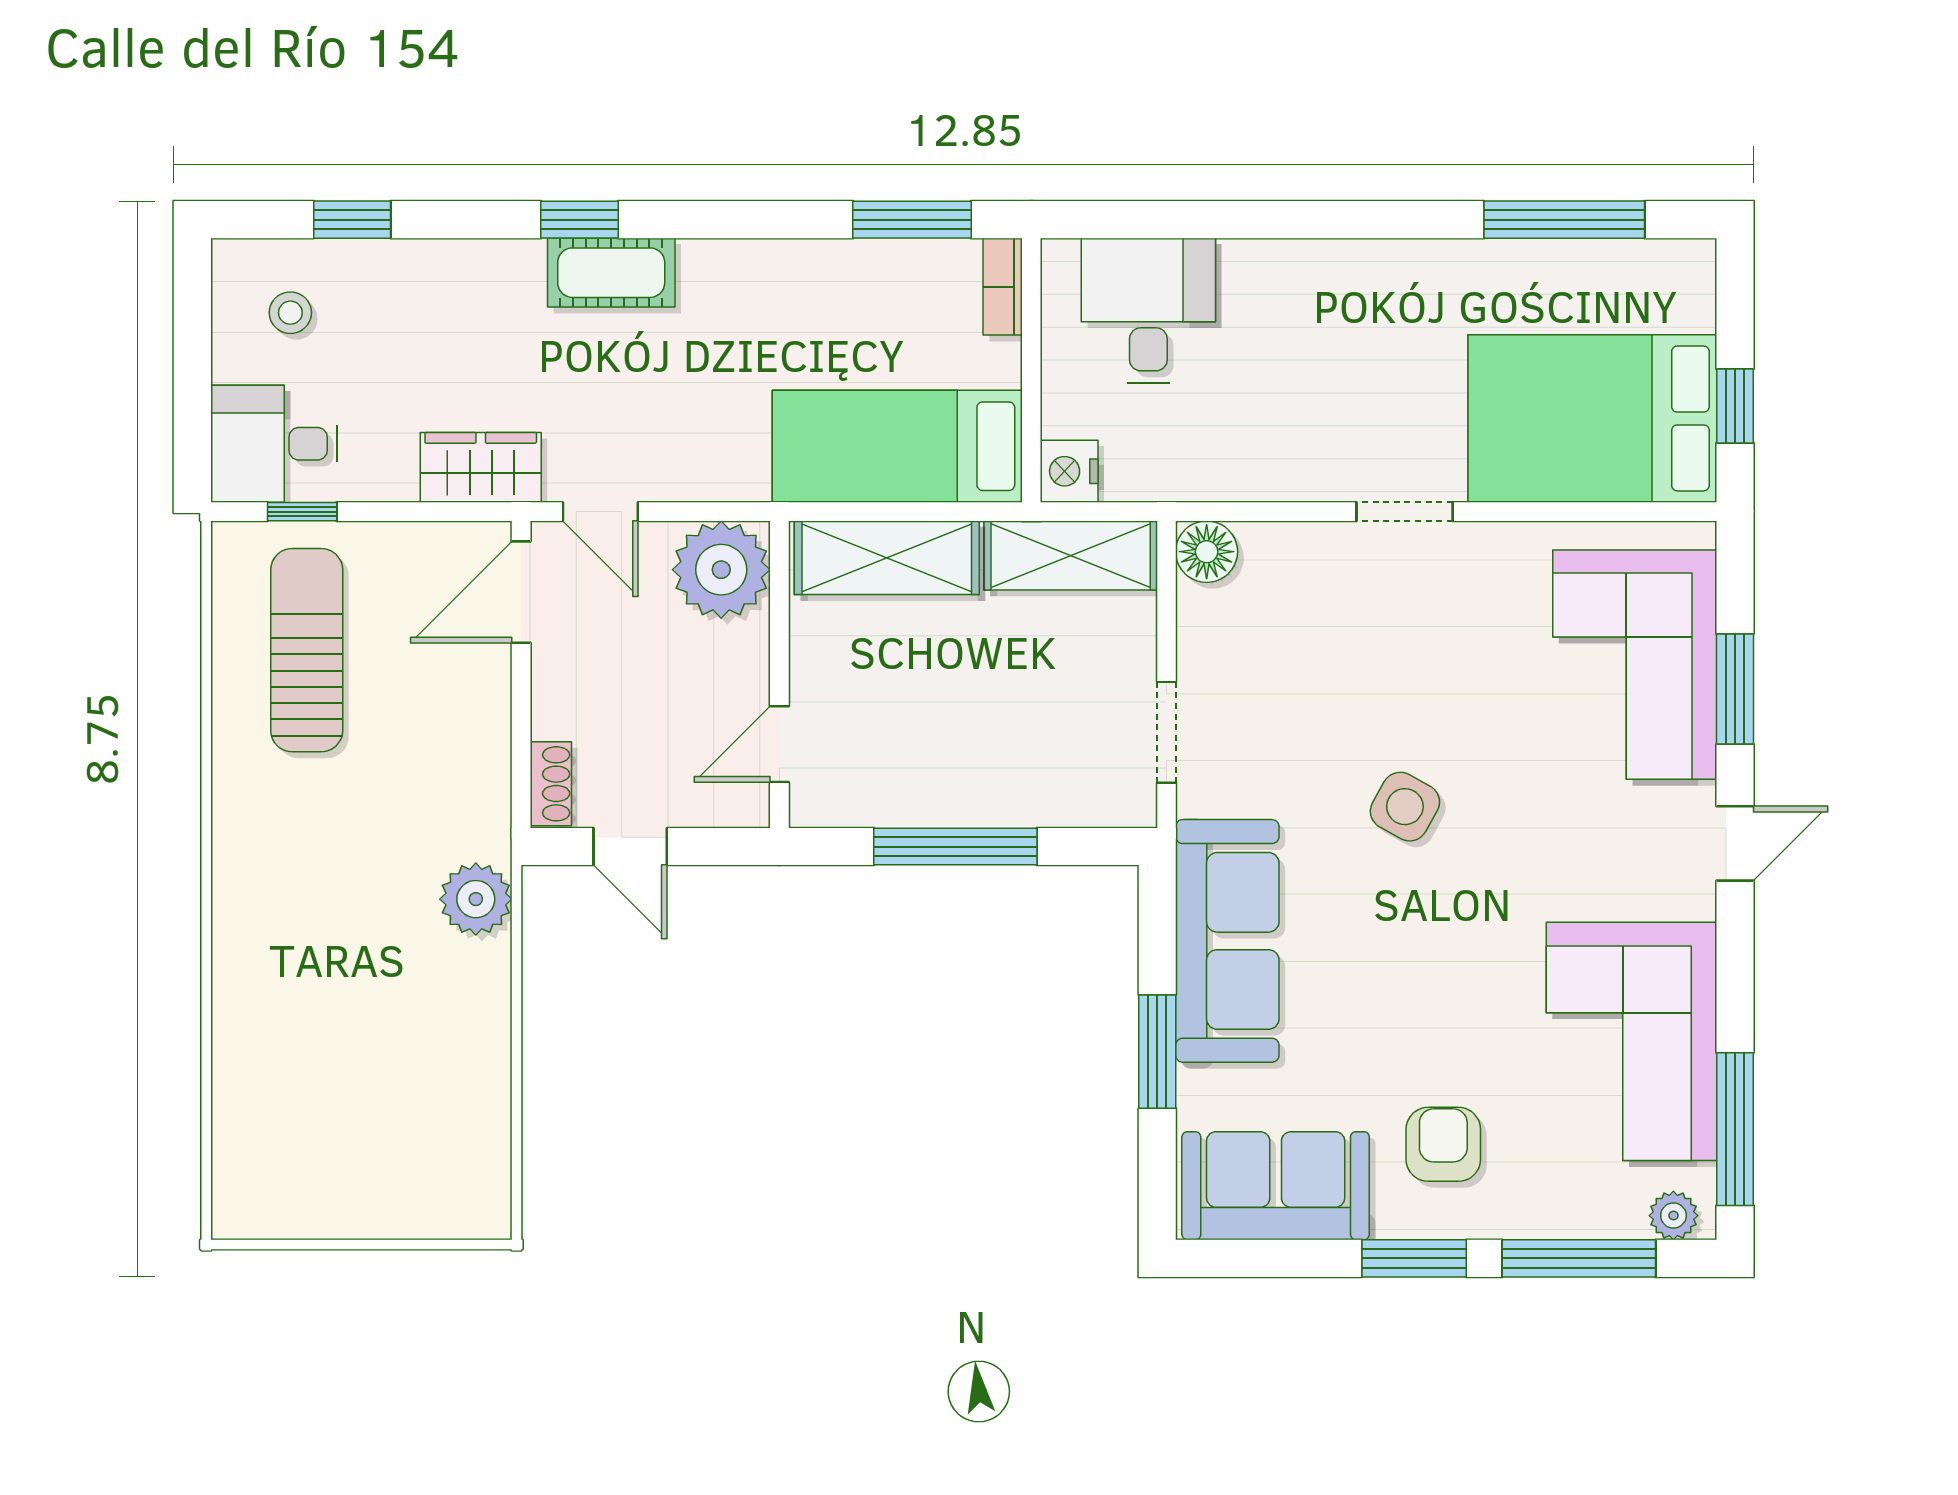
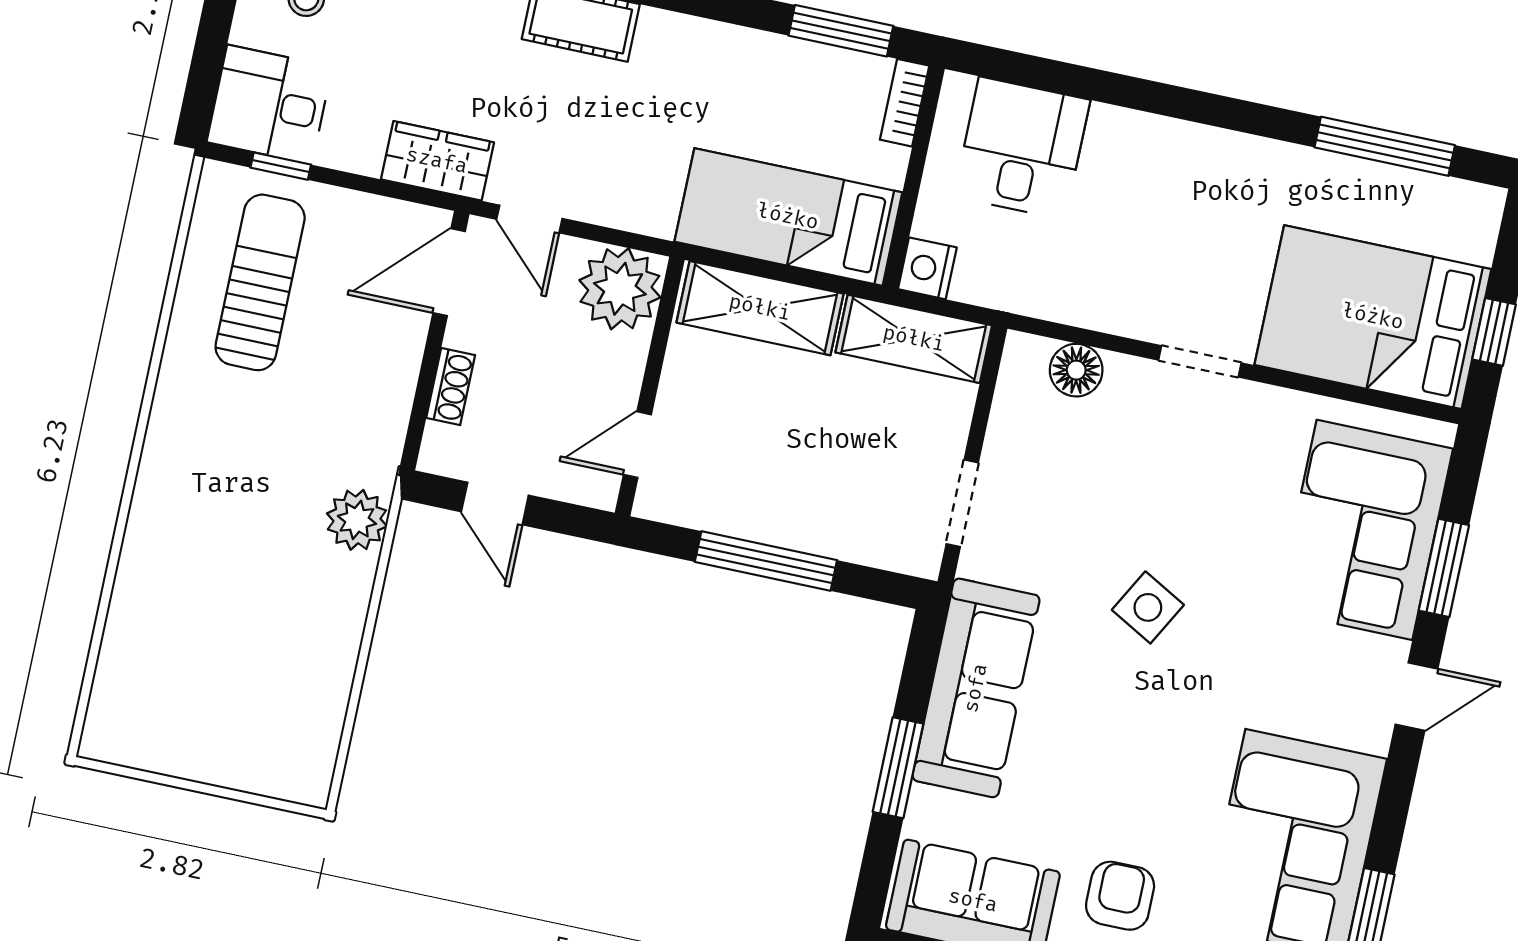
floor lamp: (1207, 552) -> (1076, 370), moved
shoe rack: (551, 784) -> (451, 386), moved

